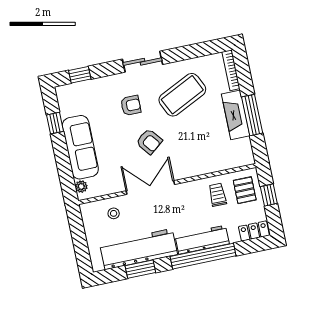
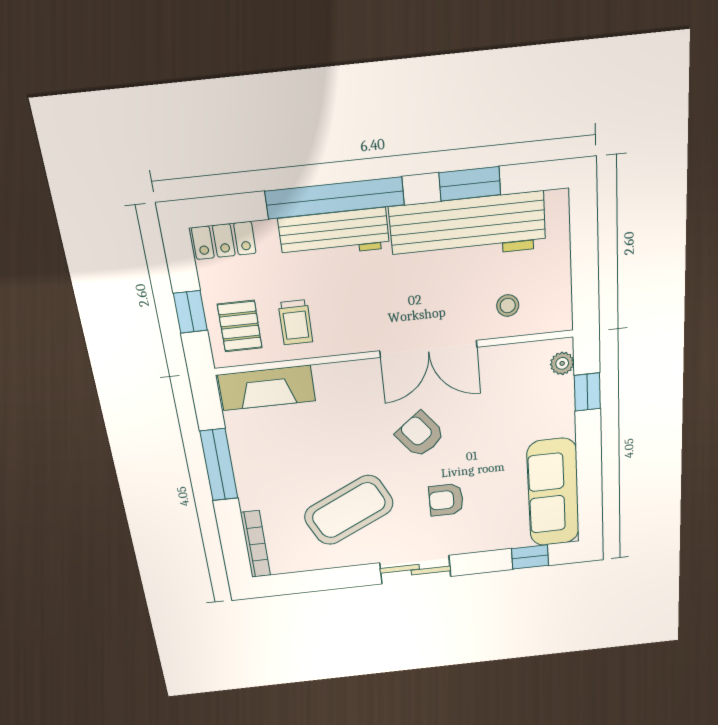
fireplace: (236, 115) -> (267, 388), moved, turned 90
window: (55, 123) -> (587, 392), moved
sofa: (80, 147) -> (553, 493), moved

